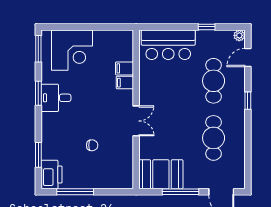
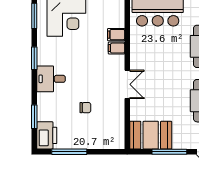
desk: (56, 98) -> (51, 79), moved

